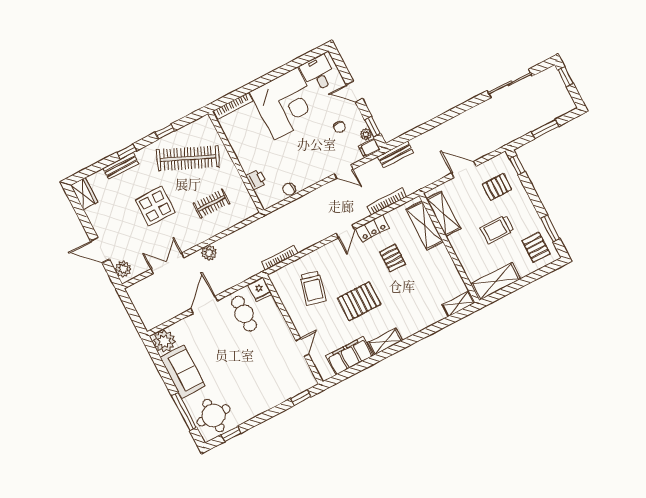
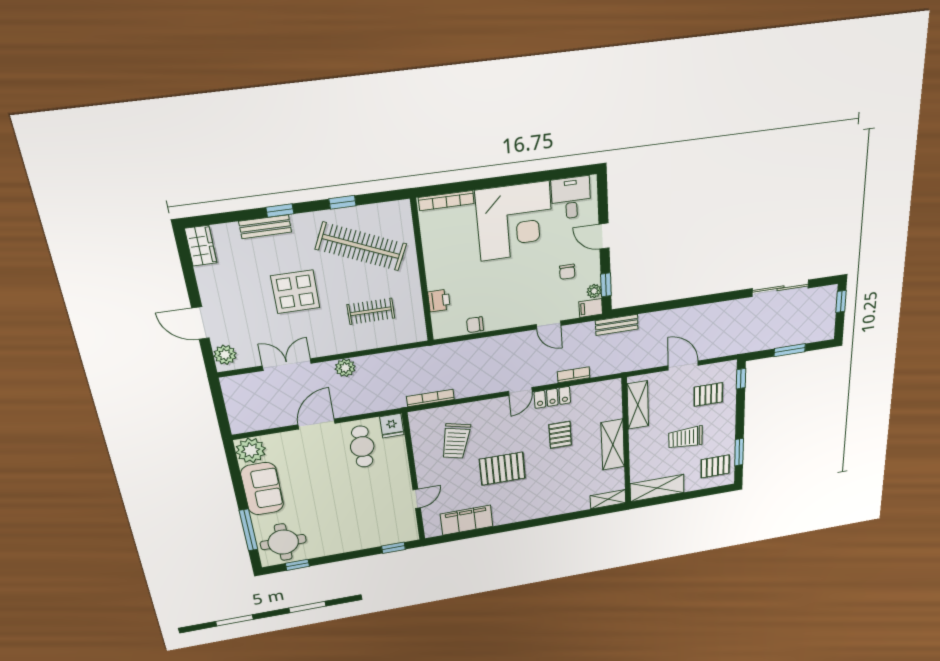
bookcase: (387, 201) -> (574, 375), width x0.64
shelving: (425, 226) -> (613, 445), moved
pallet: (536, 247) -> (715, 466), turned 90
shelving: (385, 341) -> (512, 516), removed

